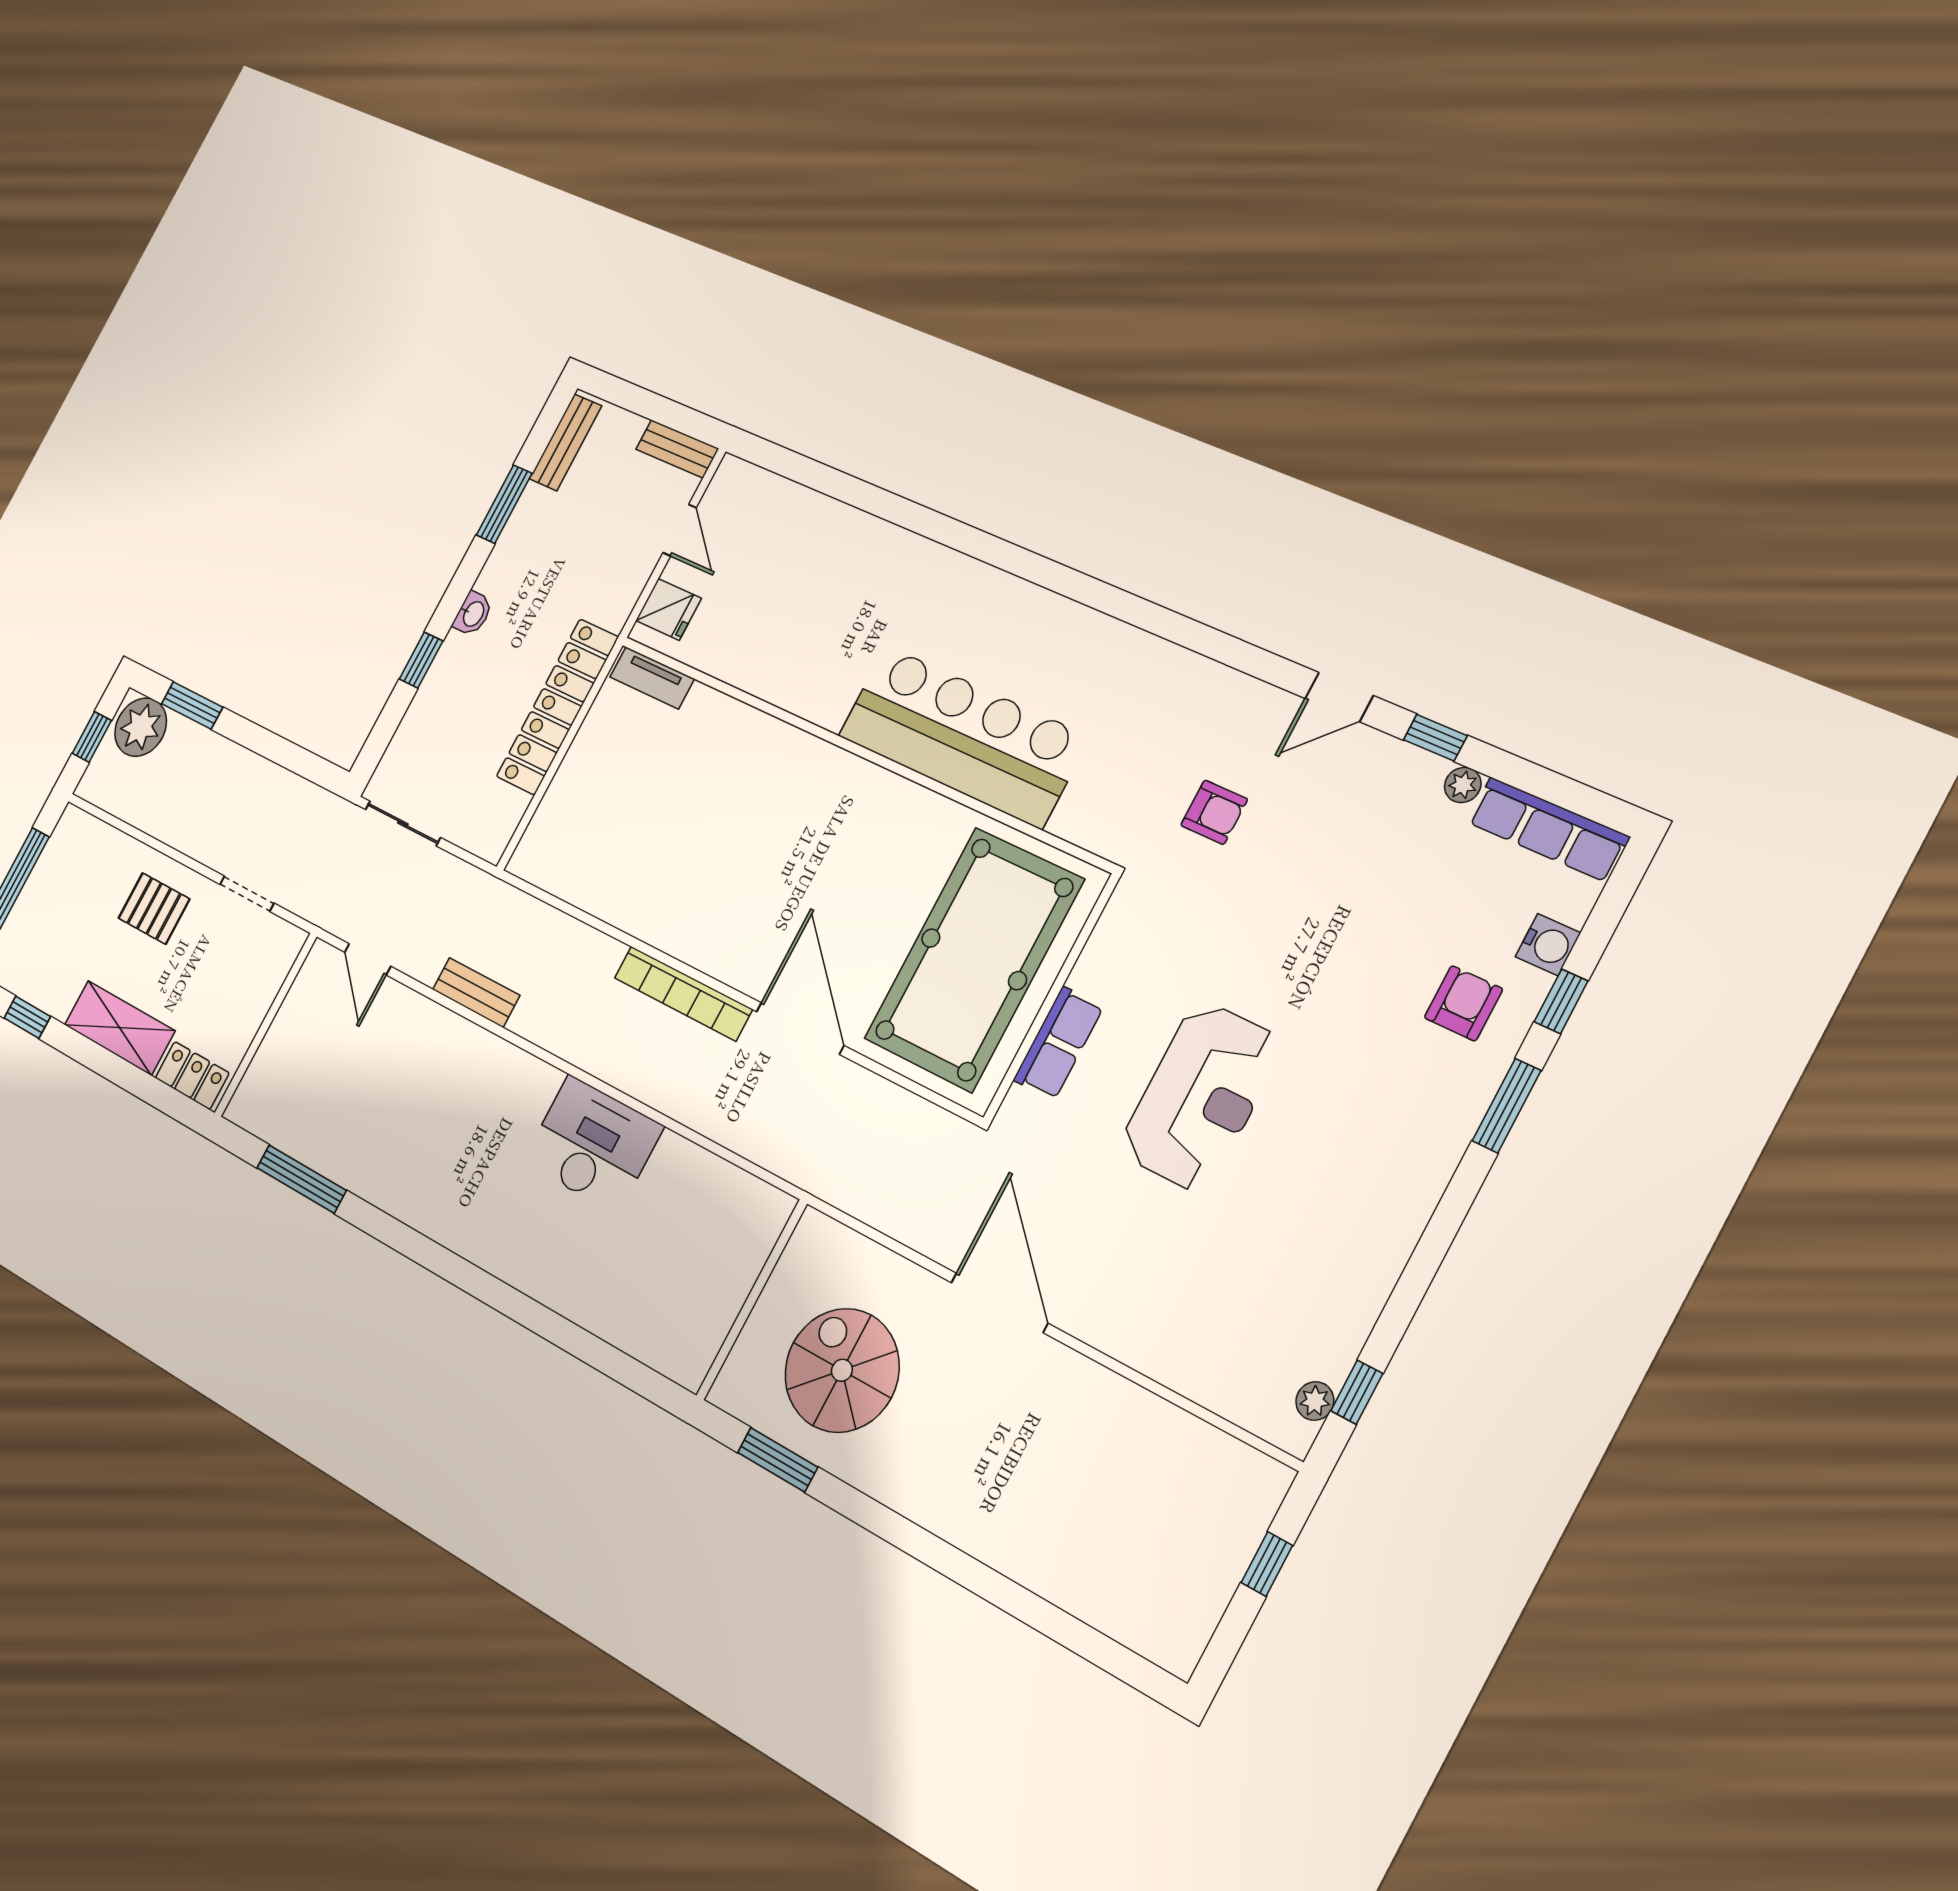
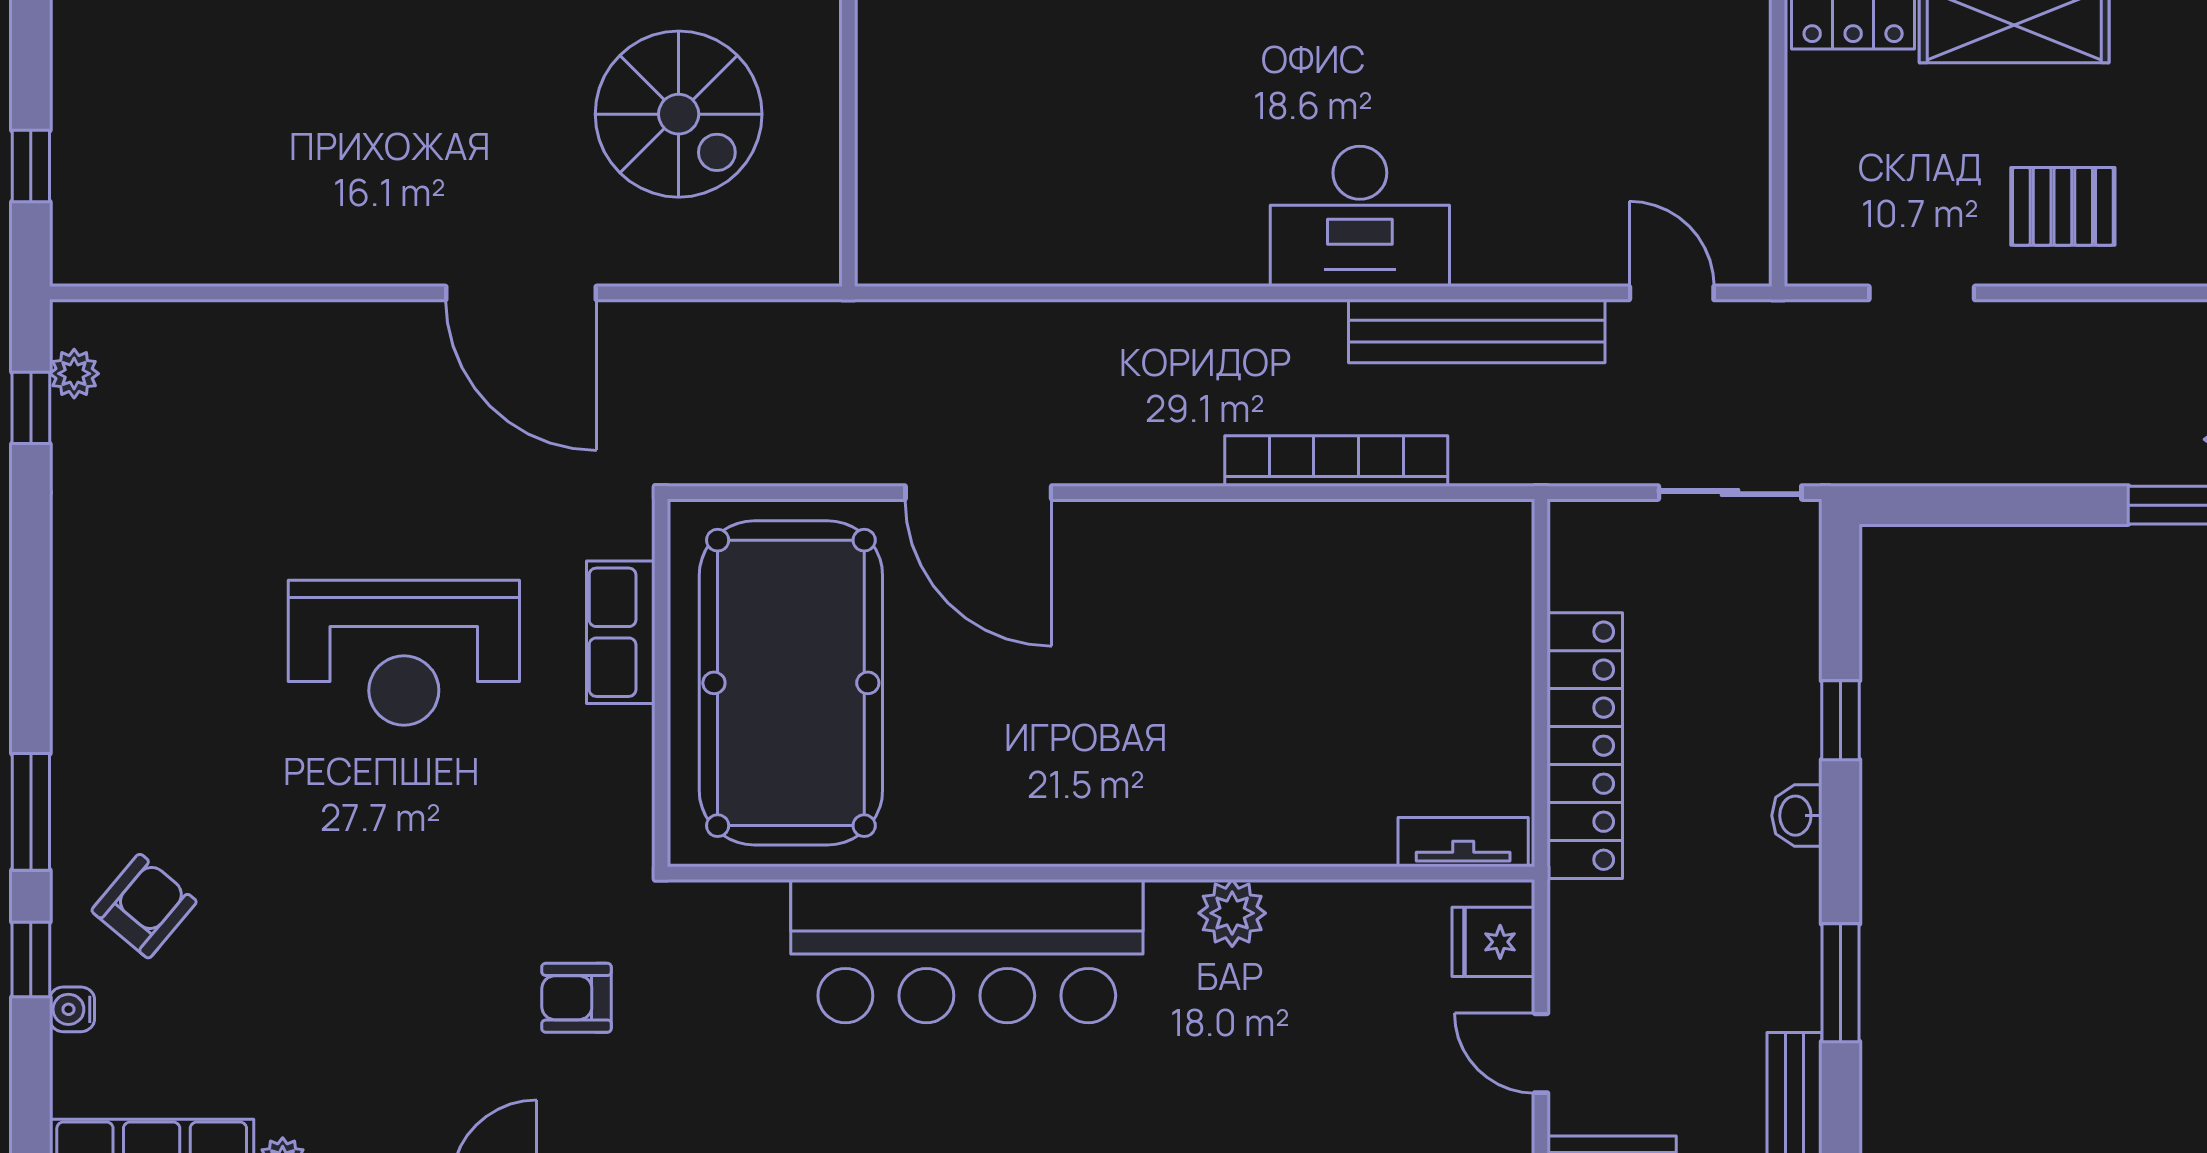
plant: (800, 692) -> (1232, 913), added
water cooler: (1548, 945) -> (72, 1009), width x0.72, depth x0.72
bench: (476, 992) -> (1477, 331), width x1.86, depth x1.21
bookcase: (683, 993) -> (1336, 461), moved
armchair: (1463, 1003) -> (144, 906), turned -140
reception desk: (1201, 1096) -> (404, 653), turned -90
desk: (593, 1144) -> (1360, 216), moved

